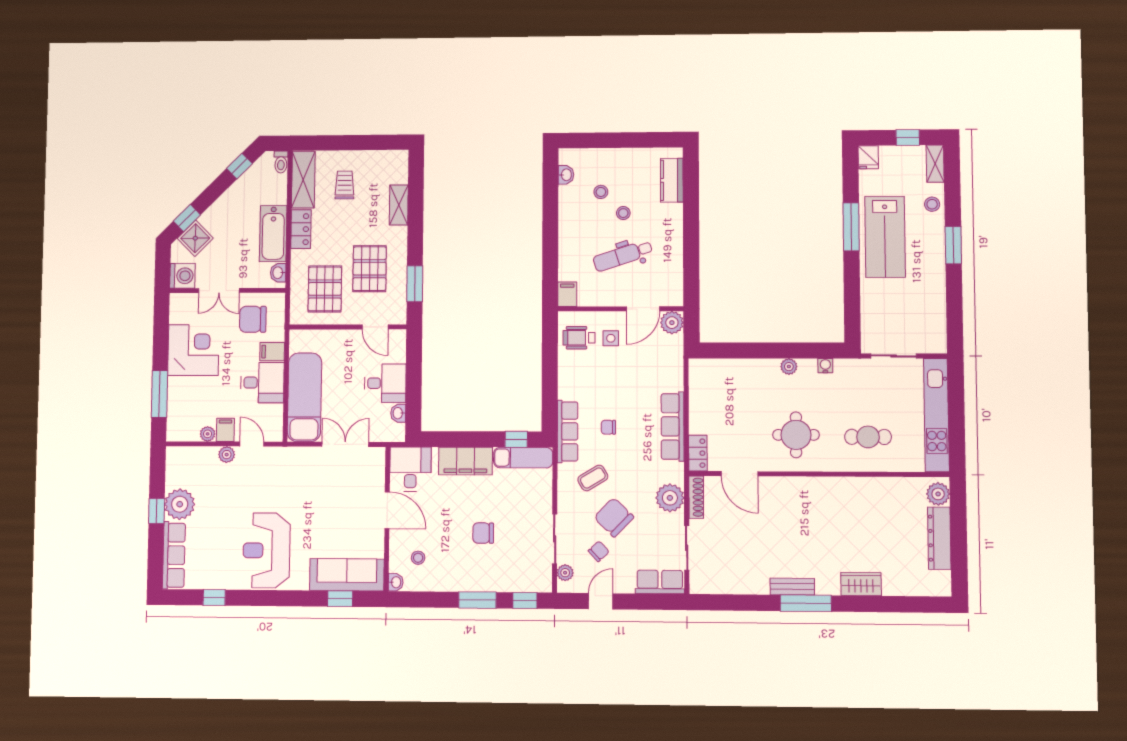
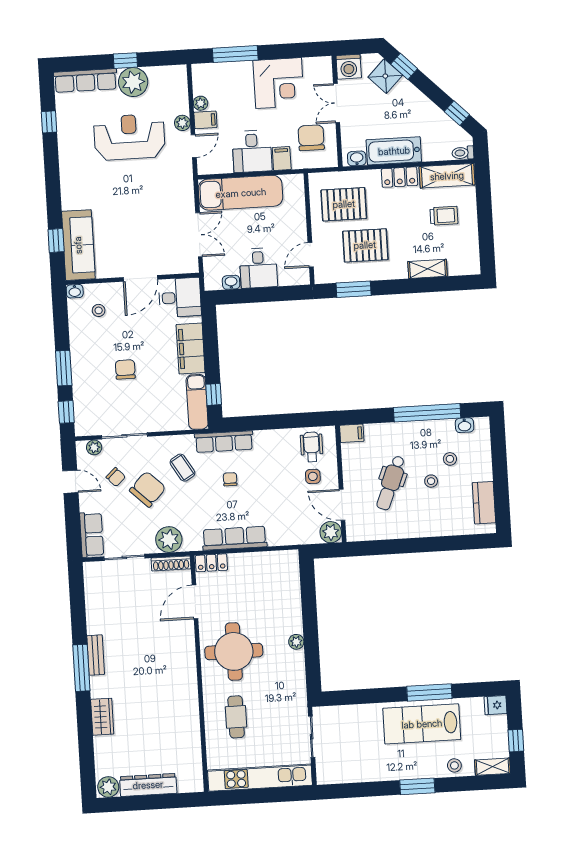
kitchen counter: (672, 180) -> (484, 503), moved, turned -90
window: (550, 213) -> (427, 413), added
dental chair: (623, 256) -> (391, 483), turned -140
water cooler: (825, 366) -> (299, 675), removed
round table: (796, 435) -> (234, 651), width x1.36, depth x1.36
plant: (938, 494) -> (108, 787), moved
reception desk: (266, 550) -> (129, 137), moved

